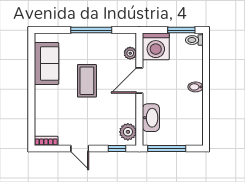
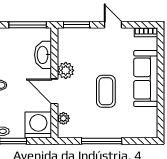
sofa: (46, 63) -> (146, 79), moved, width x1.36
door: (139, 81) -> (54, 91), swing flipped
plant: (128, 132) -> (66, 70), moved
window: (117, 148) -> (76, 25), width x1.50

